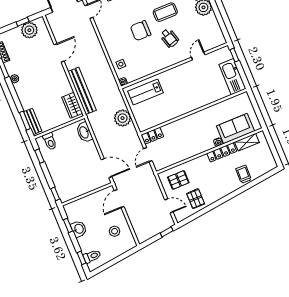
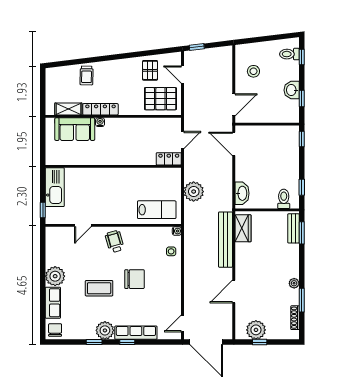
wheelchair: (169, 38) -> (115, 241), moved
pallet: (178, 180) -> (160, 99), width x1.50, depth x1.42

